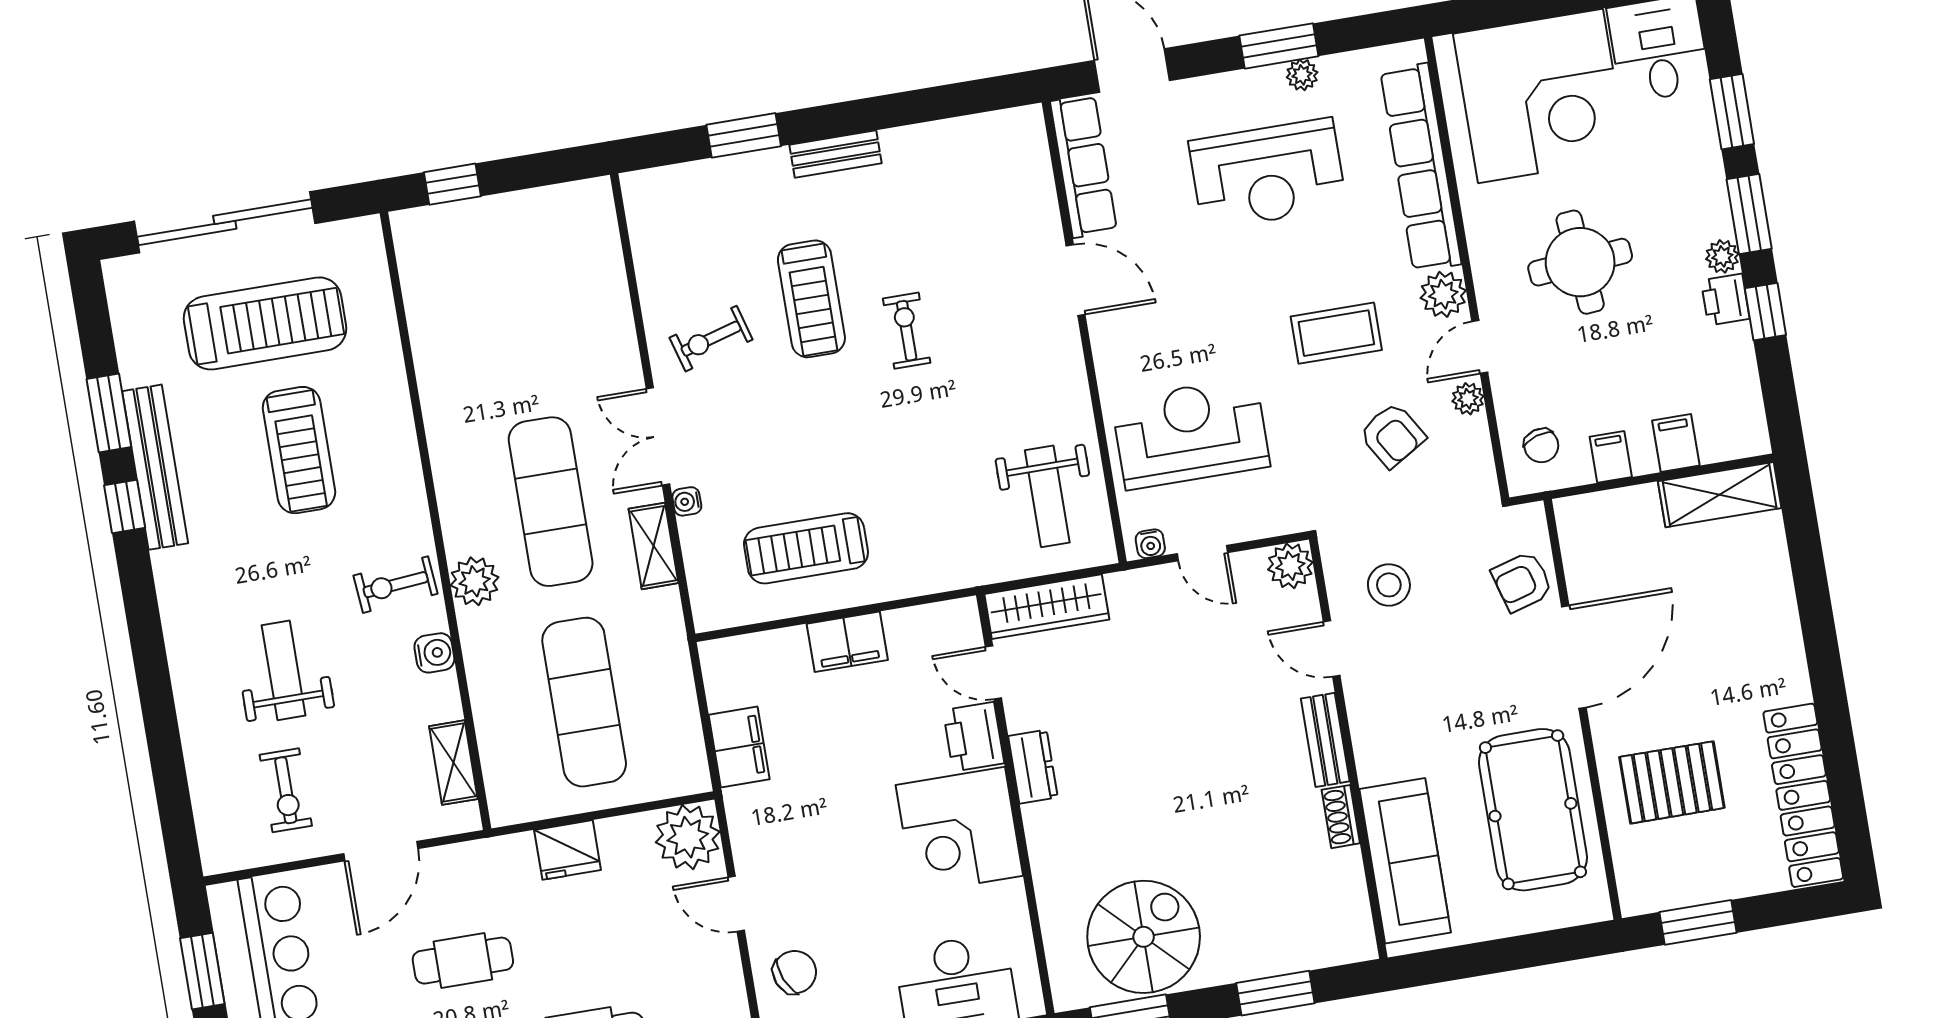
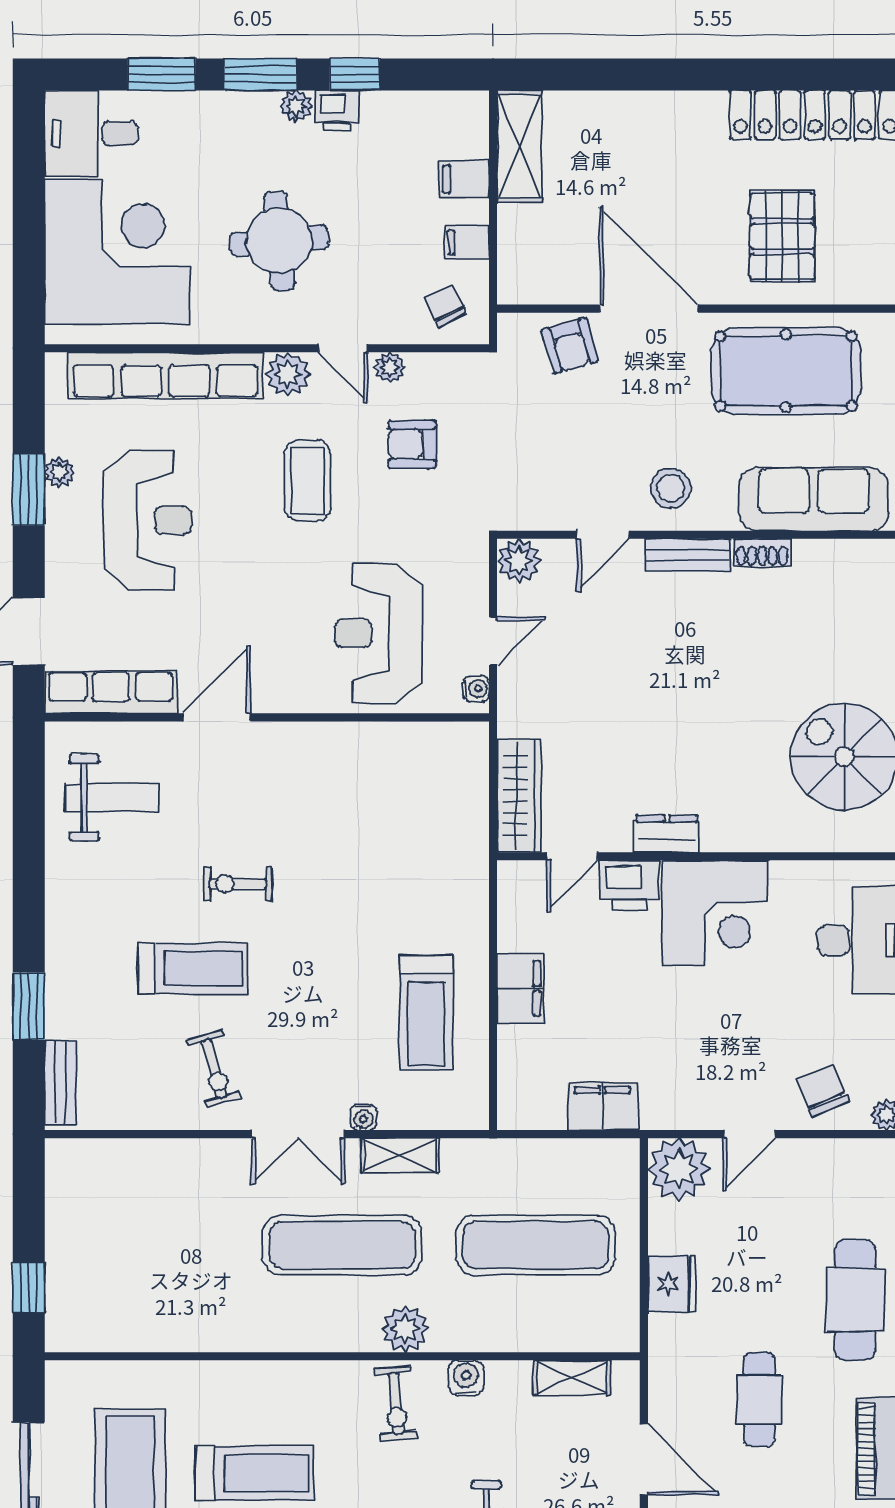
bench: (836, 154) -> (61, 1082), moved
armchair: (1392, 435) -> (412, 444), turned -149
chair: (1541, 446) -> (445, 306), turned -99
weight bench: (1047, 496) -> (112, 798), moved
stool: (1389, 585) -> (671, 488), moved

